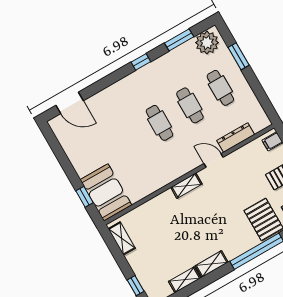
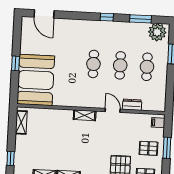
dresser: (236, 138) -> (132, 105), width x0.70
booth: (106, 192) -> (36, 80), width x1.36, depth x1.42
window: (85, 197) -> (16, 63), moved

